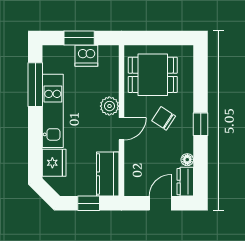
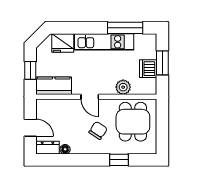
plant: (109, 106) -> (123, 87), moved
window: (201, 124) -> (119, 160), moved

